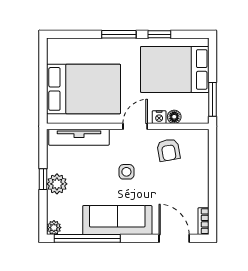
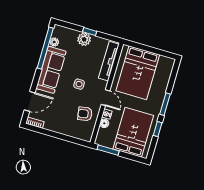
plant: (54, 228) -> (54, 42), moved

